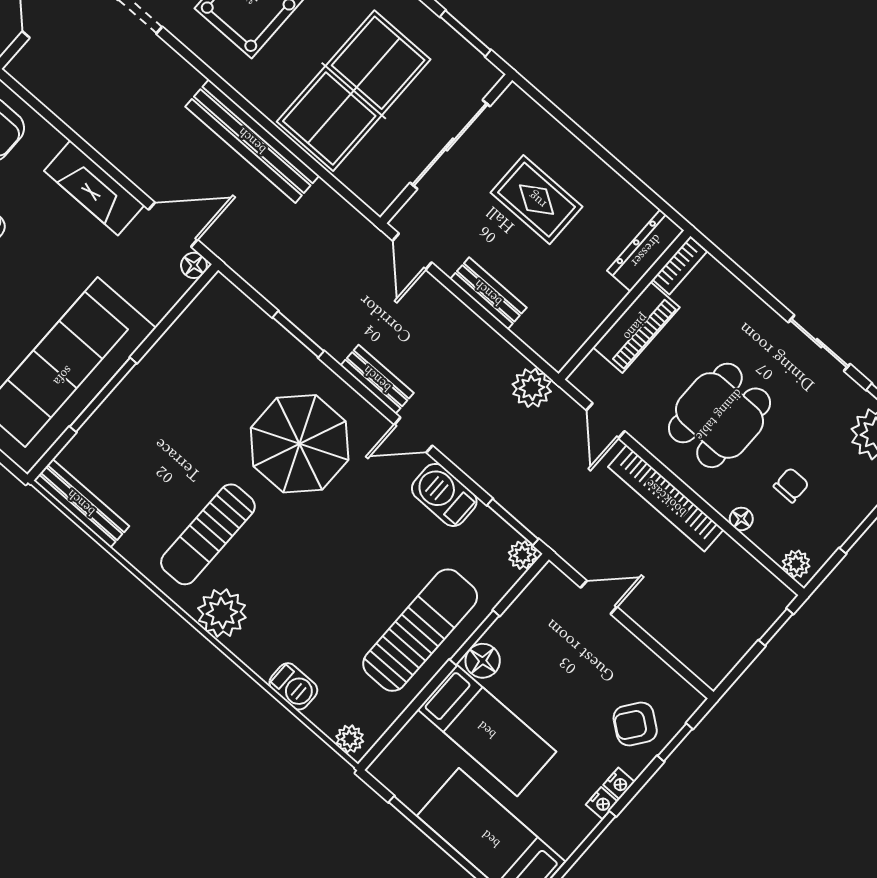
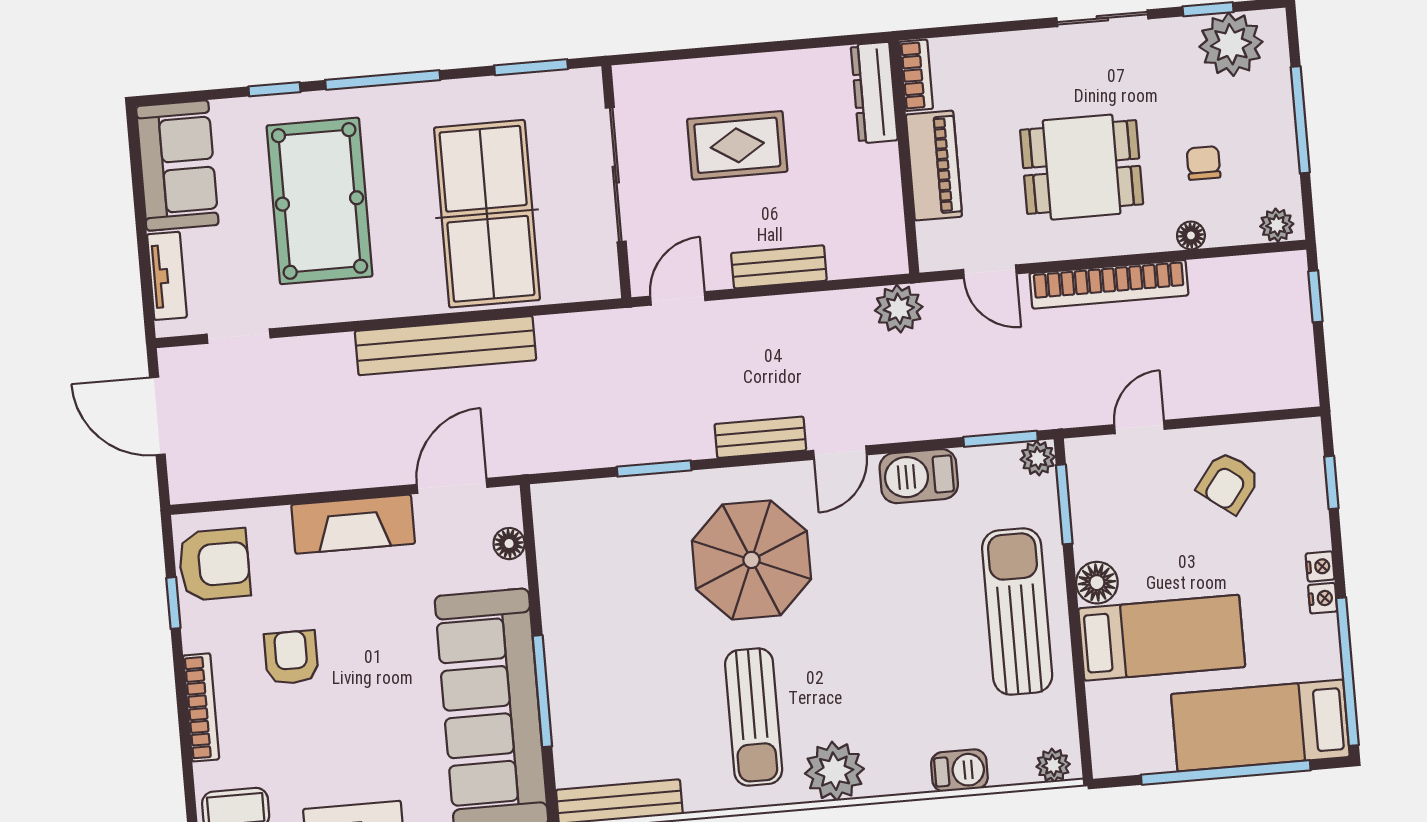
door: (412, 251) -> (678, 298), swing flipped
floor lamp: (194, 265) -> (509, 544), moved
dining table: (719, 415) -> (1082, 167), turned 90
window: (475, 638) -> (1064, 504), moved
armchair: (635, 724) -> (1228, 482), moved

